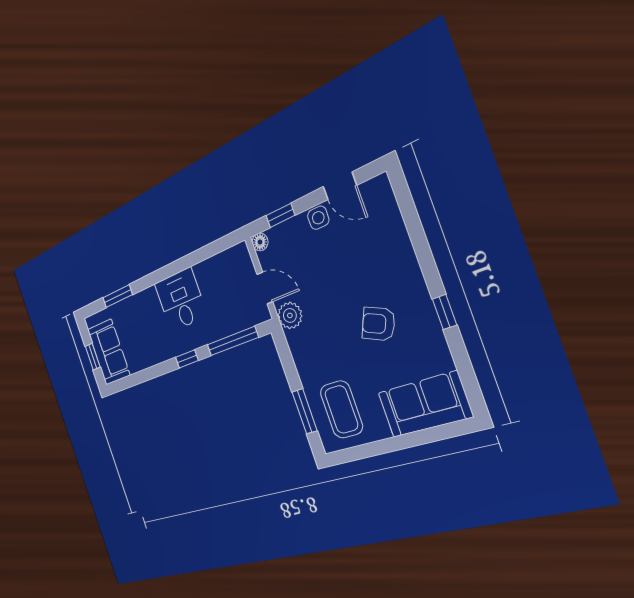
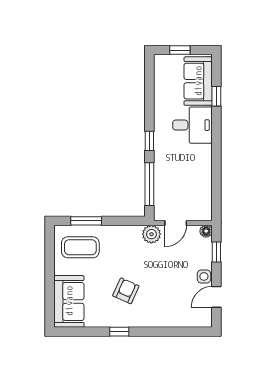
window: (118, 296) -> (216, 96), width x0.67
desk: (181, 300) -> (192, 125), moved
sofa: (109, 352) -> (198, 81), moved, turned 90

